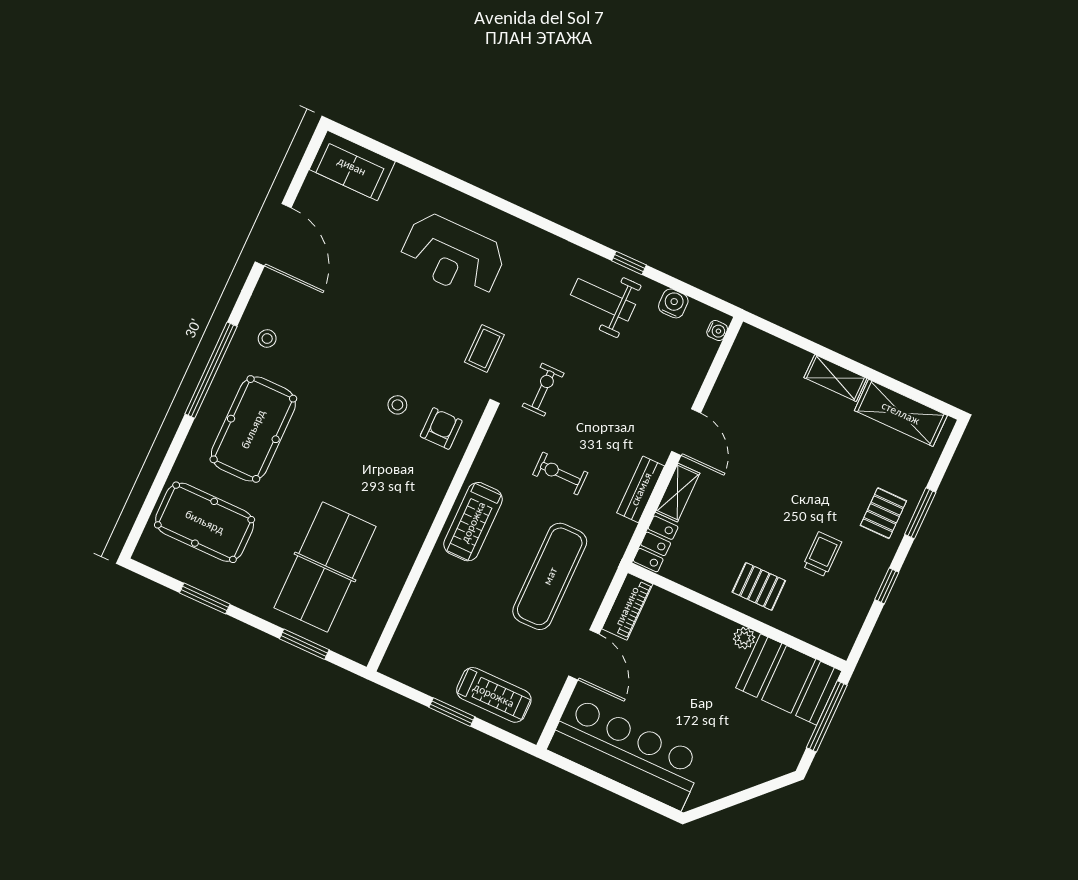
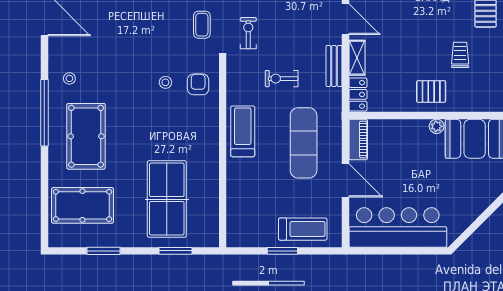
treadmill: (473, 522) -> (243, 131), turned 180

